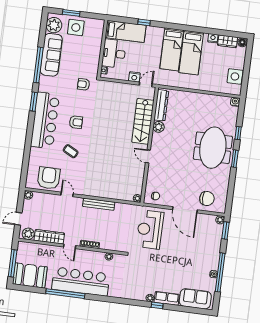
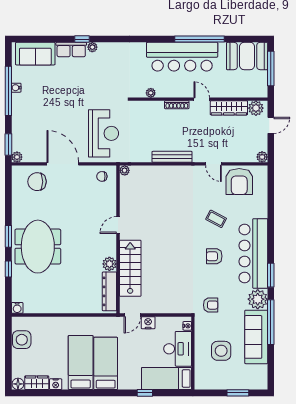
plant: (54, 25) -> (258, 299), moved
side table: (76, 27) -> (221, 351), moved
door: (148, 156) -> (118, 225), swing flipped

